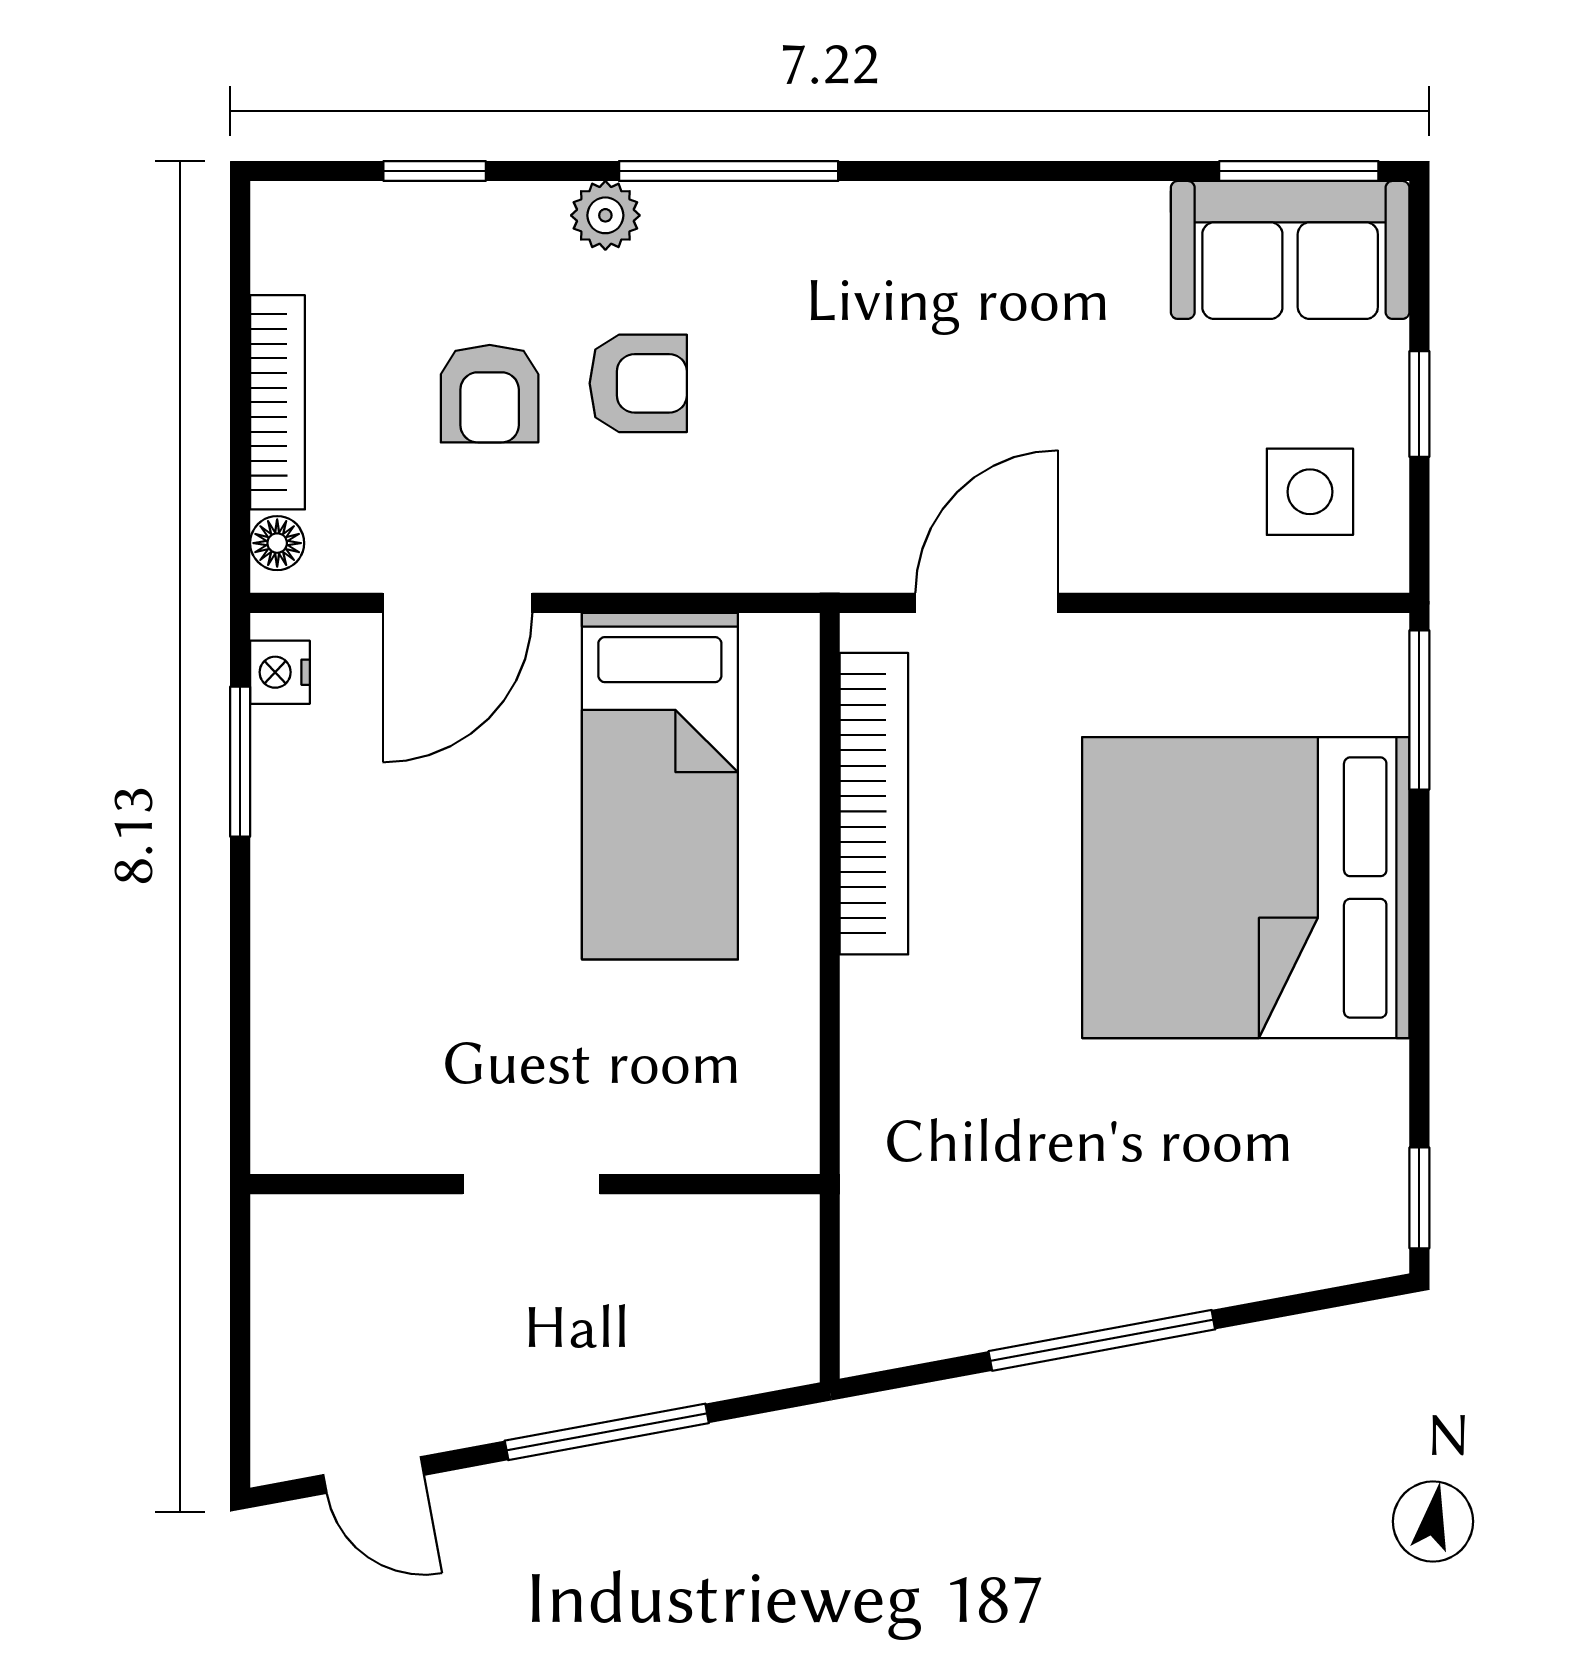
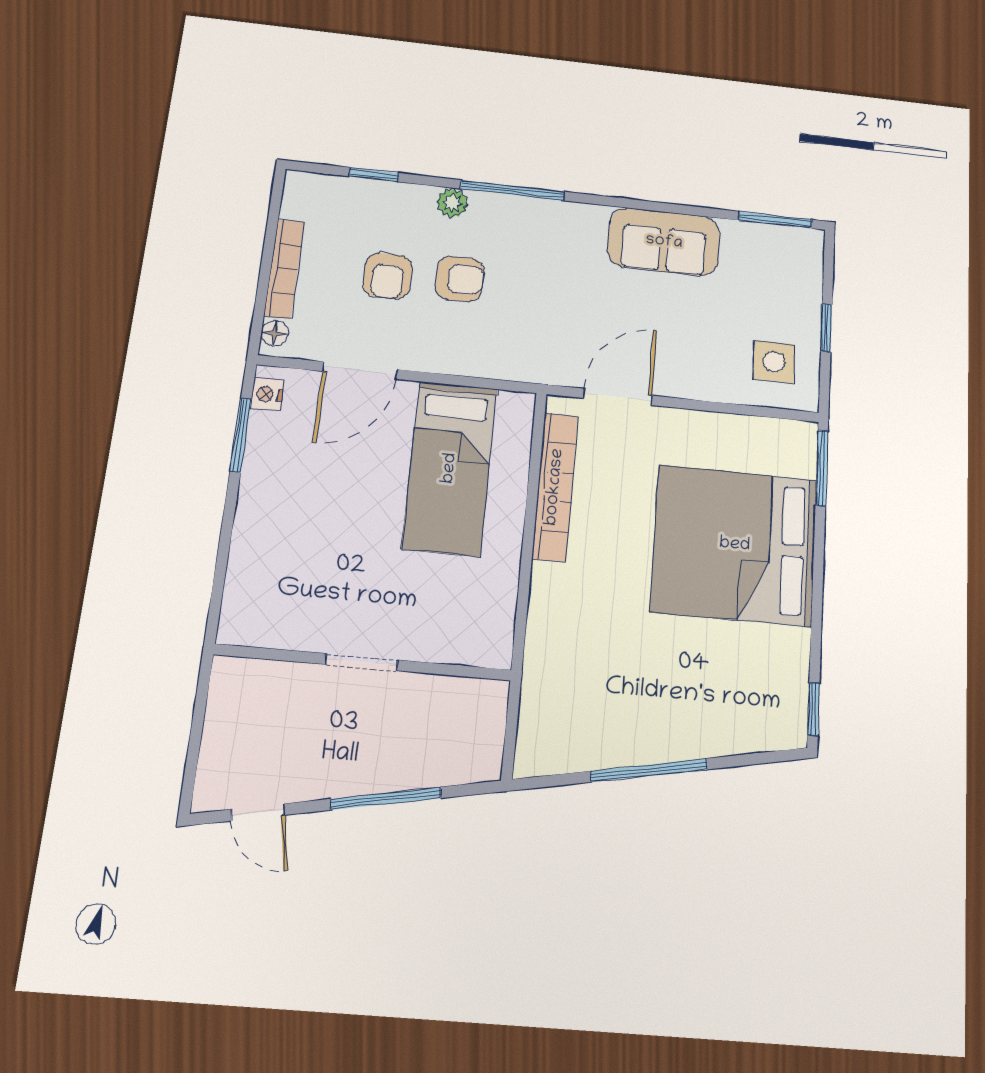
sofa: (1290, 250) -> (664, 242), moved

